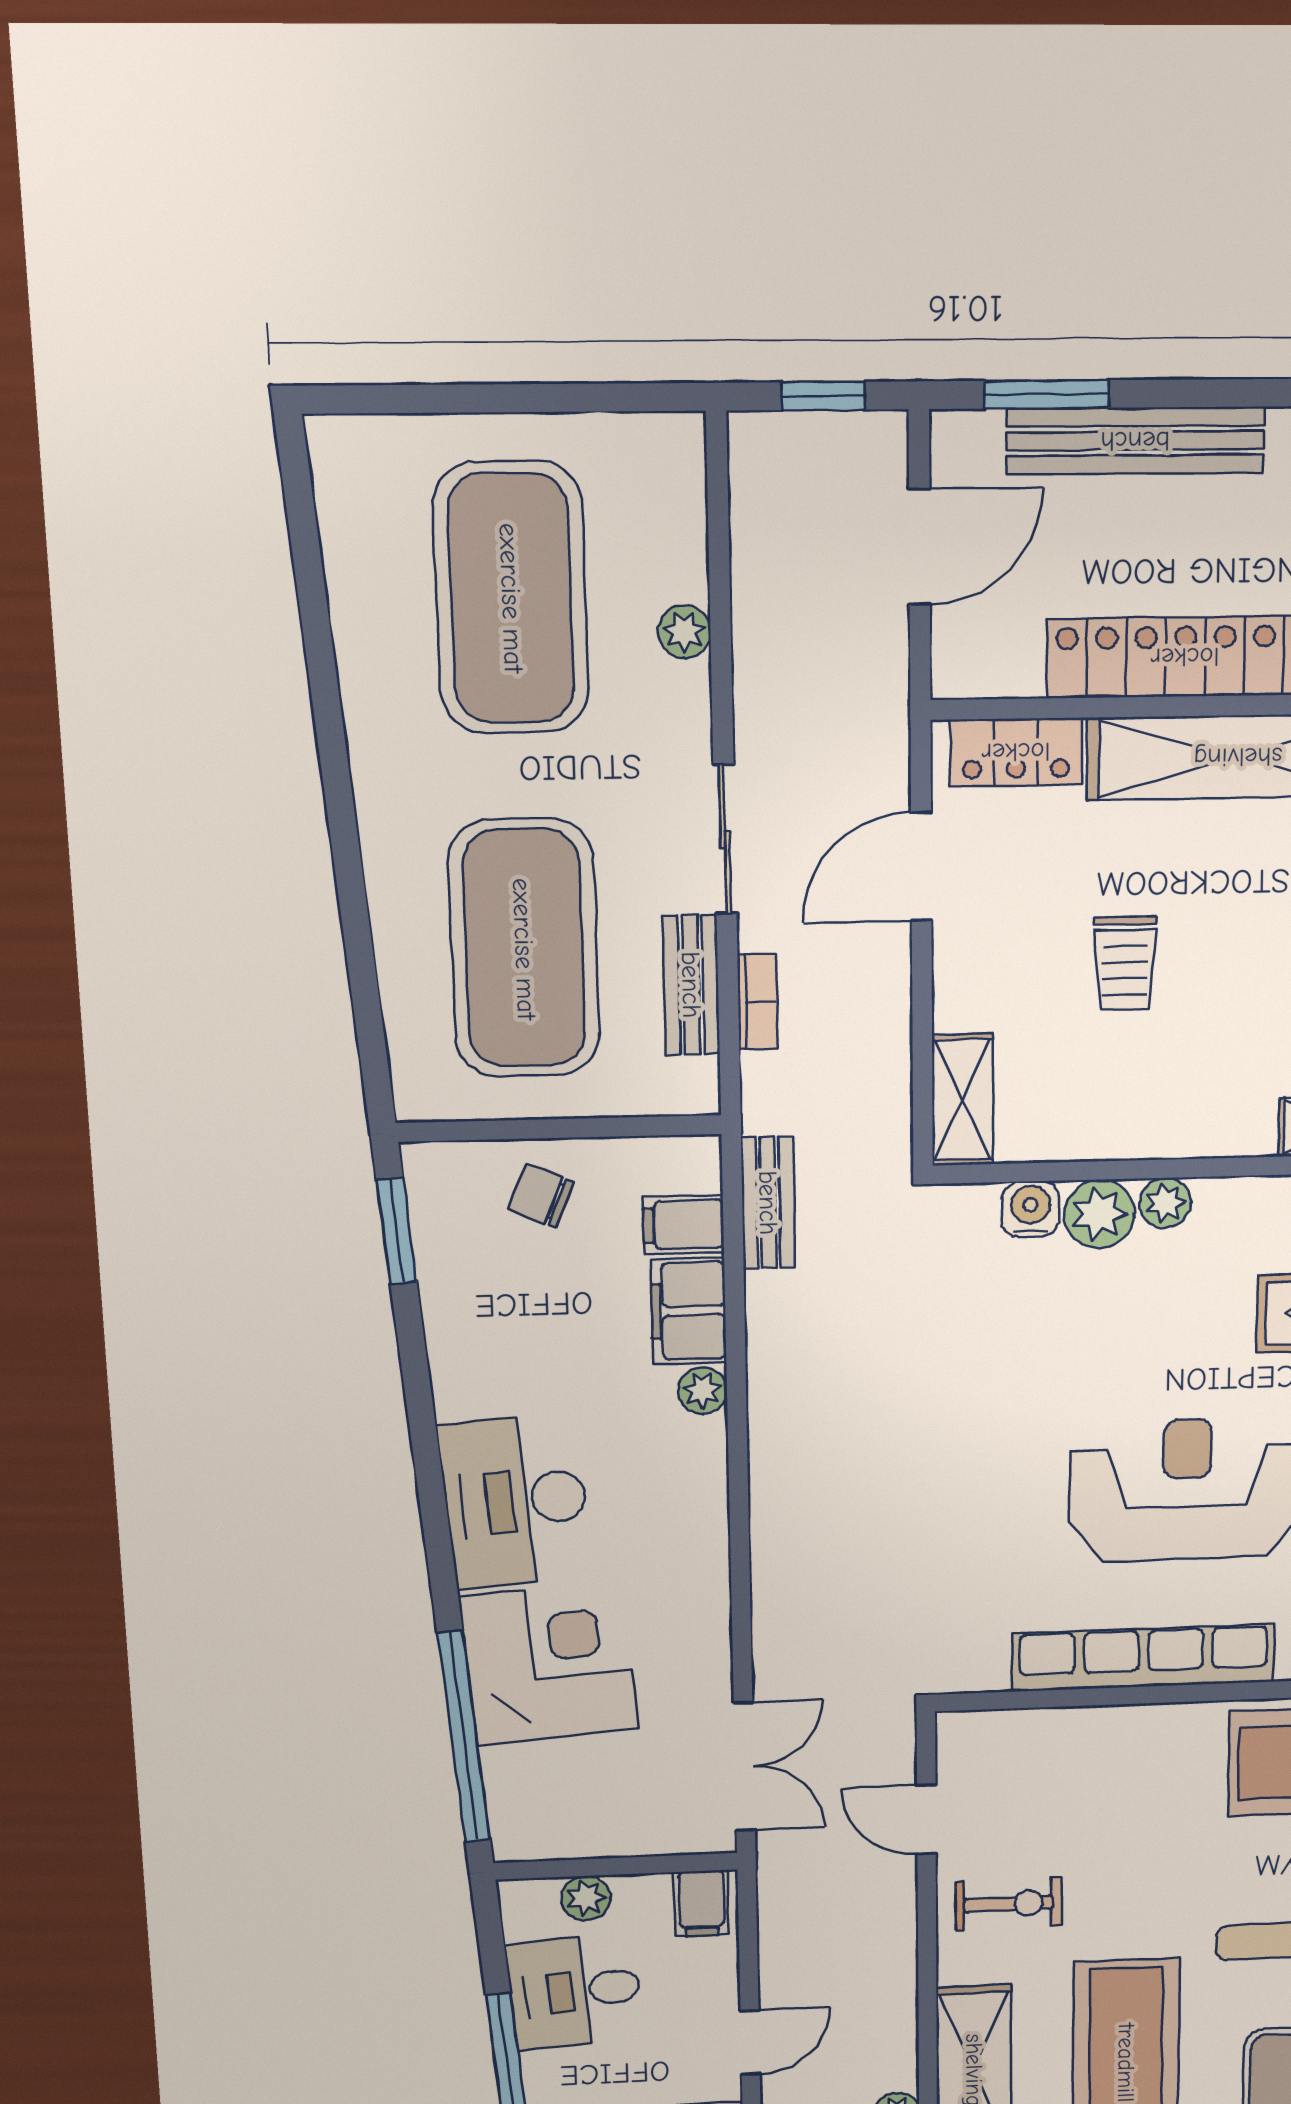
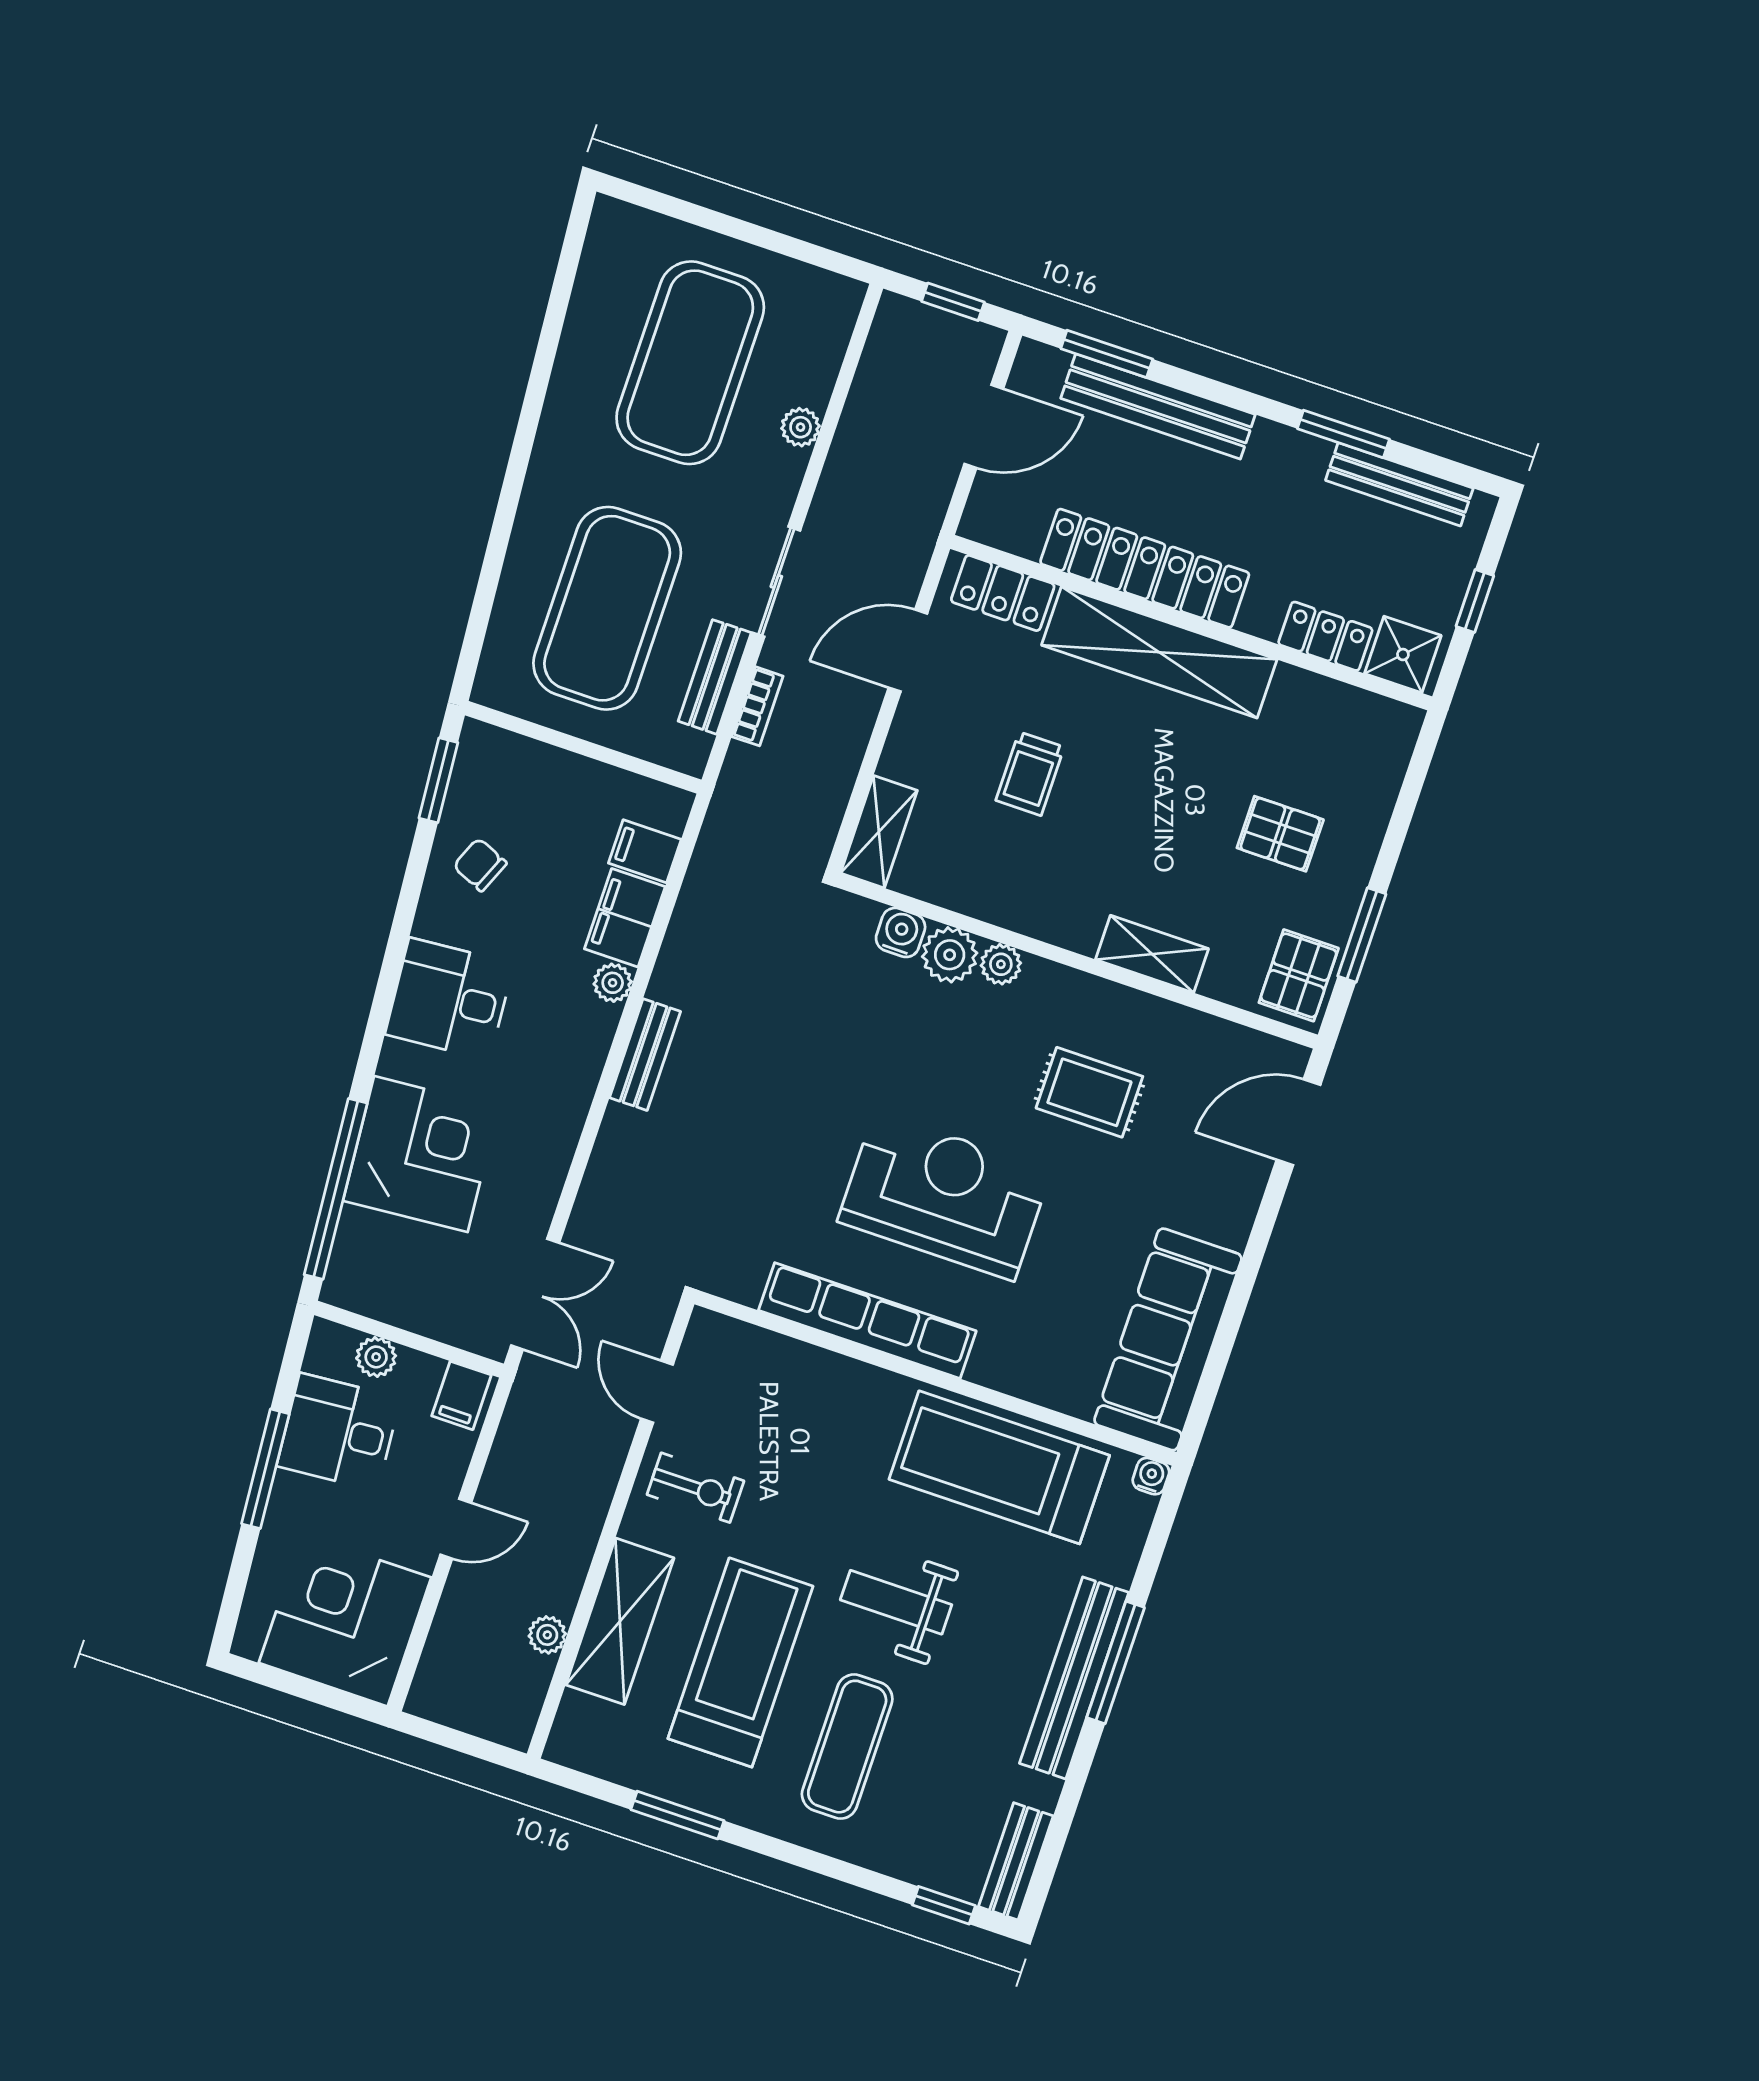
chair: (541, 1196) -> (480, 865), moved
bench: (768, 1203) -> (645, 1055), moved
desk: (516, 1501) -> (449, 999), width x0.73

